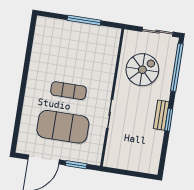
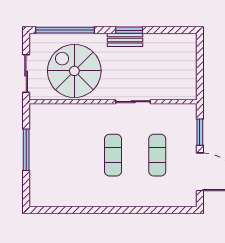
sliding door: (157, 32) -> (26, 74), moved
spiral stairs: (142, 70) -> (74, 71), width x1.37, depth x1.37
exercise mat: (63, 127) -> (157, 155), width x0.50, depth x0.69

